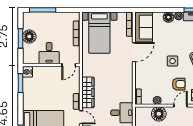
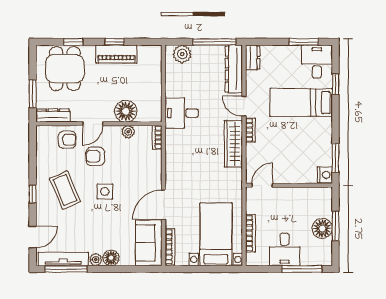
desk: (49, 53) -> (285, 249), moved, turned 180

